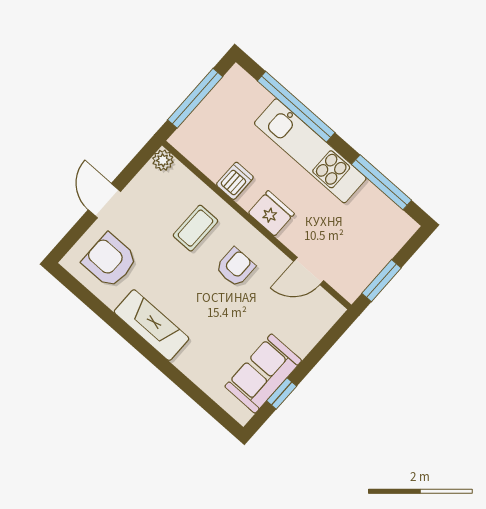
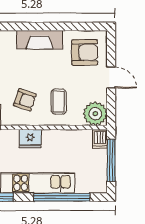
plant: (163, 160) -> (95, 114), width x1.88, depth x1.88
dishwasher: (235, 181) -> (100, 139), moved
armchair: (235, 267) -> (25, 100), turned -71

